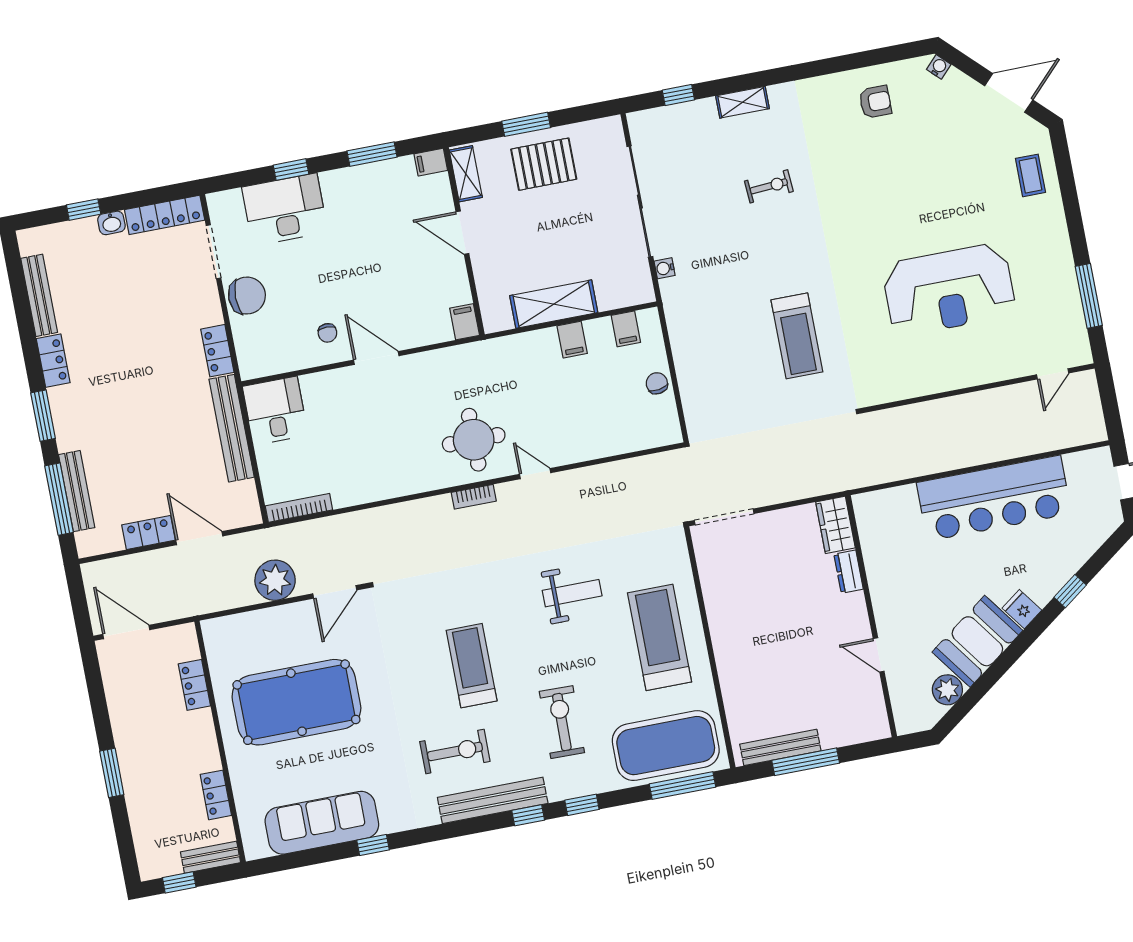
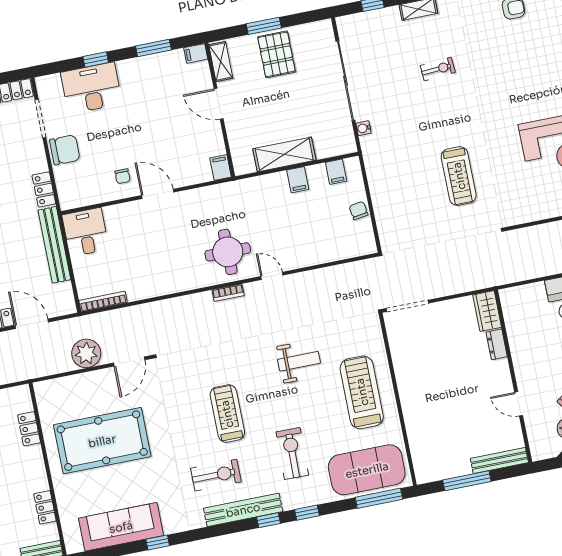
pallet: (544, 164) -> (277, 54), turned 90
bench: (780, 747) -> (499, 460), moved

